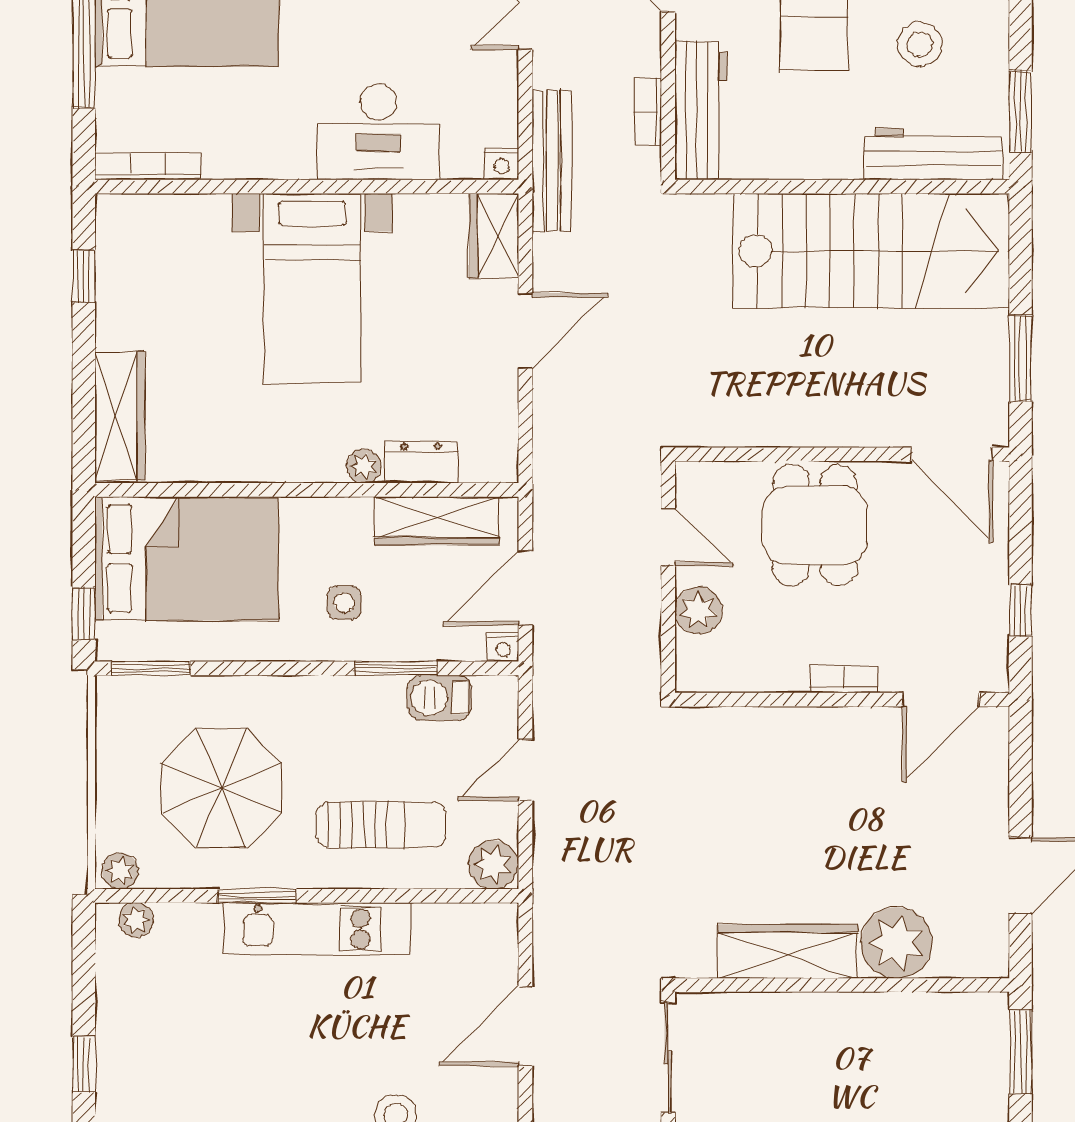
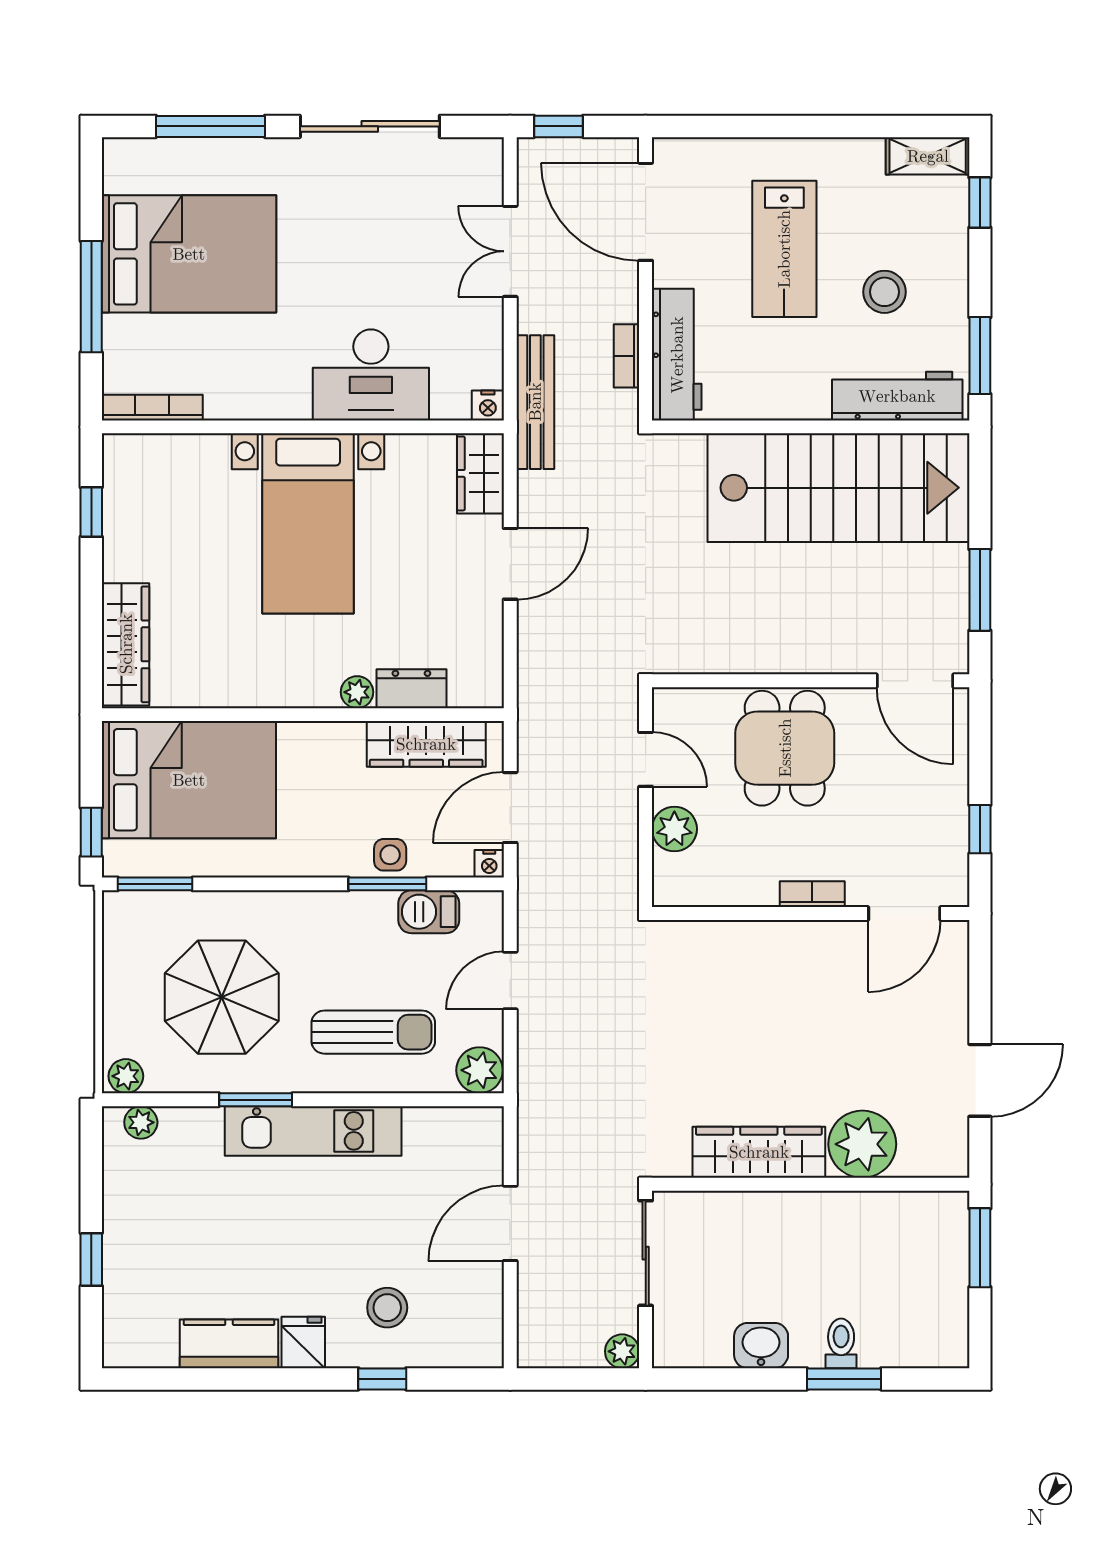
side table: (344, 603) -> (390, 855), moved

